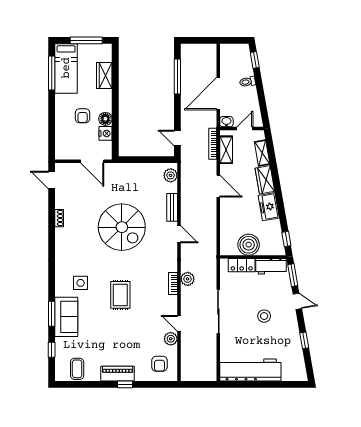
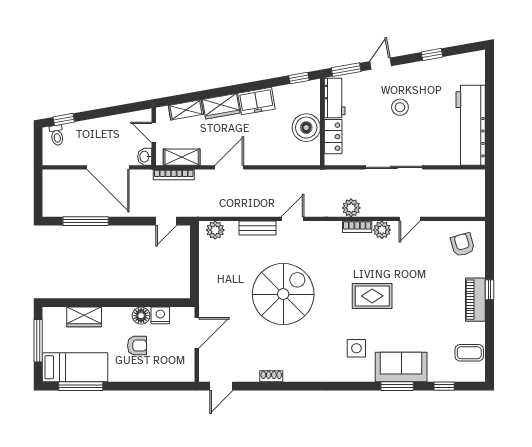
toilet: (248, 82) -> (57, 135), moved
plant: (171, 339) -> (382, 230), moved
armchair: (159, 364) -> (463, 245), turned -106

